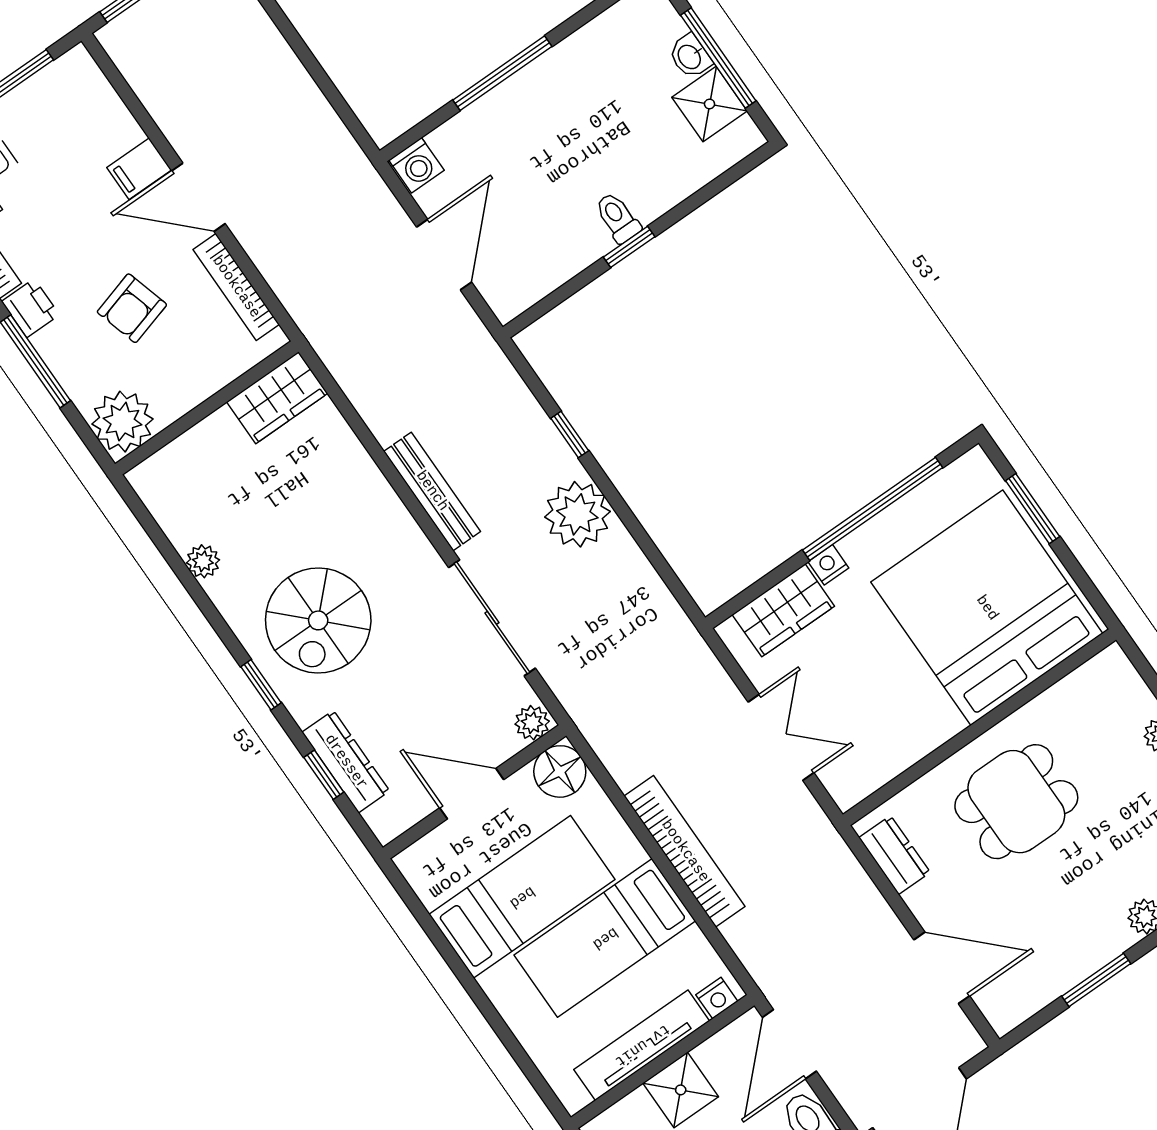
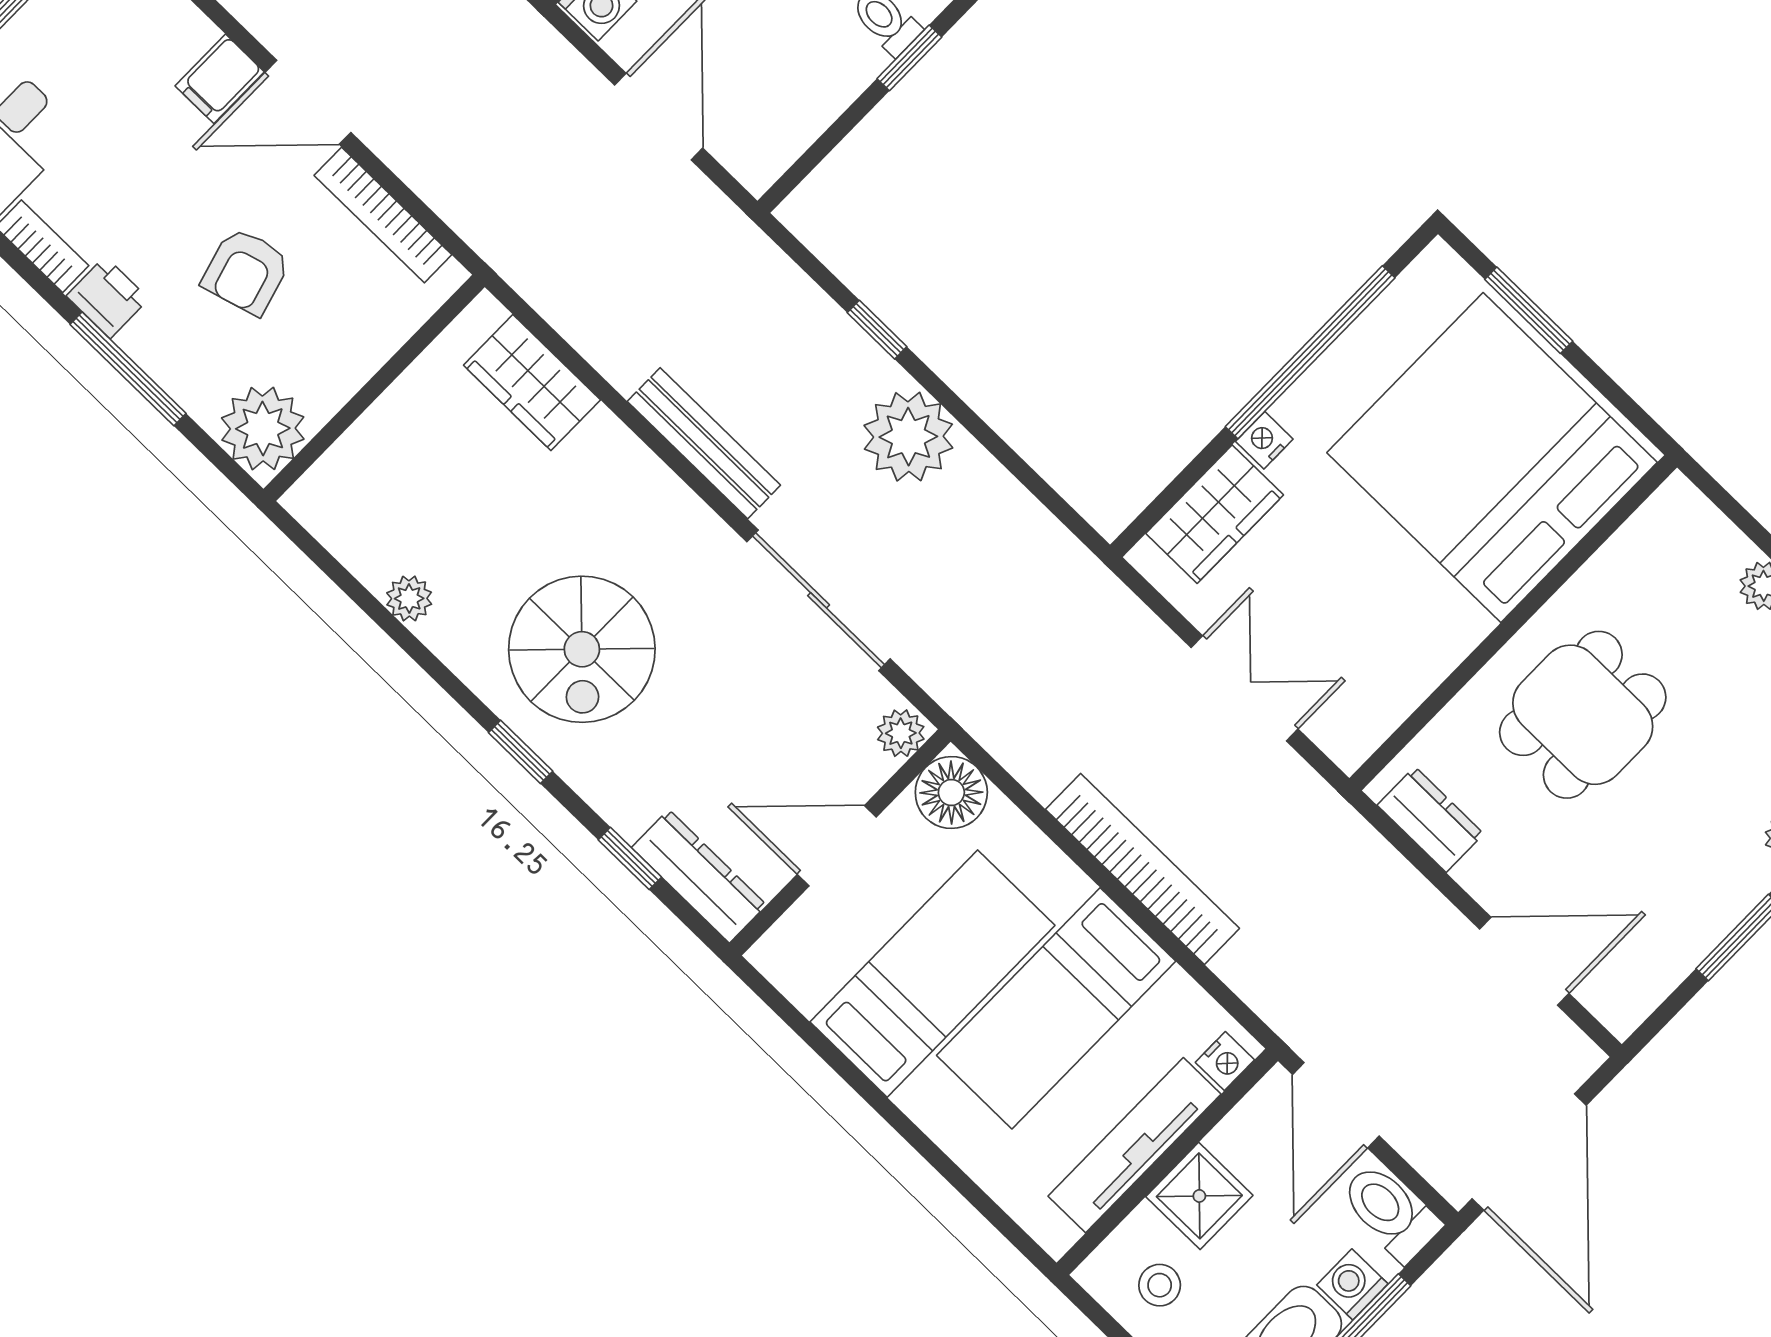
wardrobe: (277, 398) -> (532, 383), moved, turned 90
dresser: (346, 762) -> (699, 876), moved

